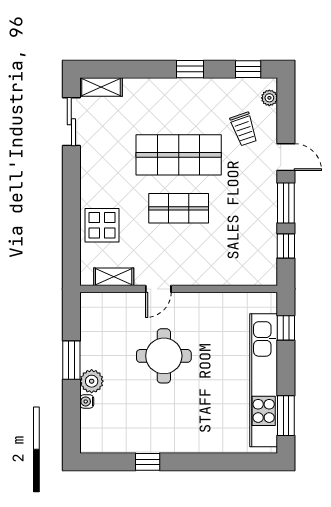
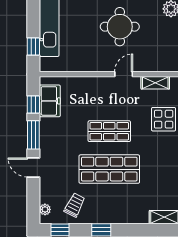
trolley: (244, 129) -> (75, 205), moved, turned 46
freezer: (263, 251) -> (50, 101), added

